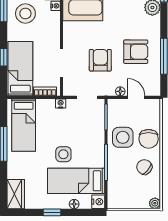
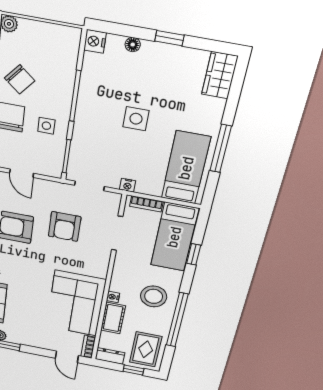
floor lamp: (120, 91) -> (43, 185), removed
side table: (123, 137) -> (46, 126), width x0.54, depth x0.54
bed: (76, 181) -> (124, 78), removed

